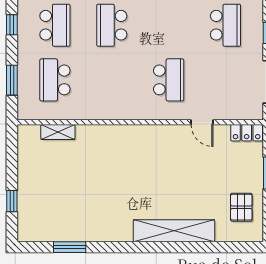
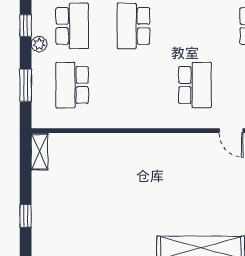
plant: (24, 42) -> (39, 44), added
shelving: (58, 132) -> (40, 152), moved, turned 90

